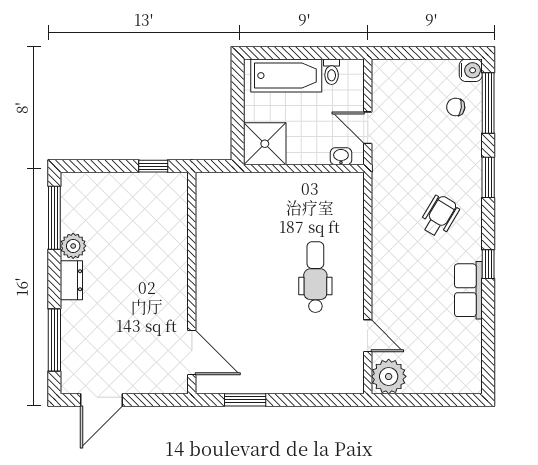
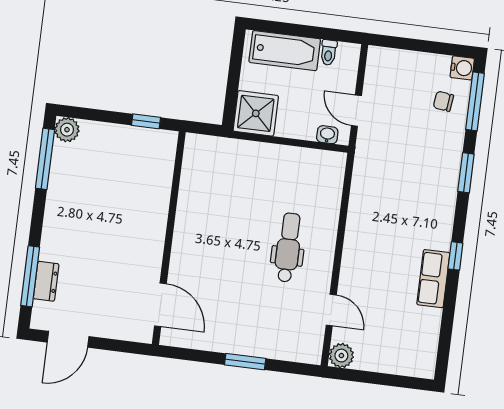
wheelchair: (439, 216) -> (415, 204), removed
plant: (73, 246) -> (67, 130), moved
dresser: (71, 280) -> (46, 281), moved
plant: (389, 376) -> (341, 356), width x0.73, depth x0.73
window: (245, 400) -> (245, 362), moved

